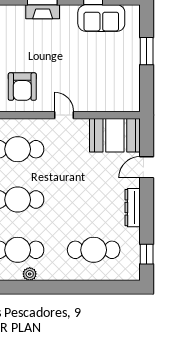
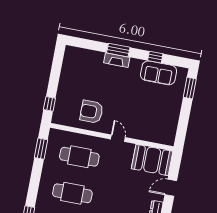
window: (147, 51) -> (190, 88), moved
armchair: (22, 87) -> (91, 112), turned 90

